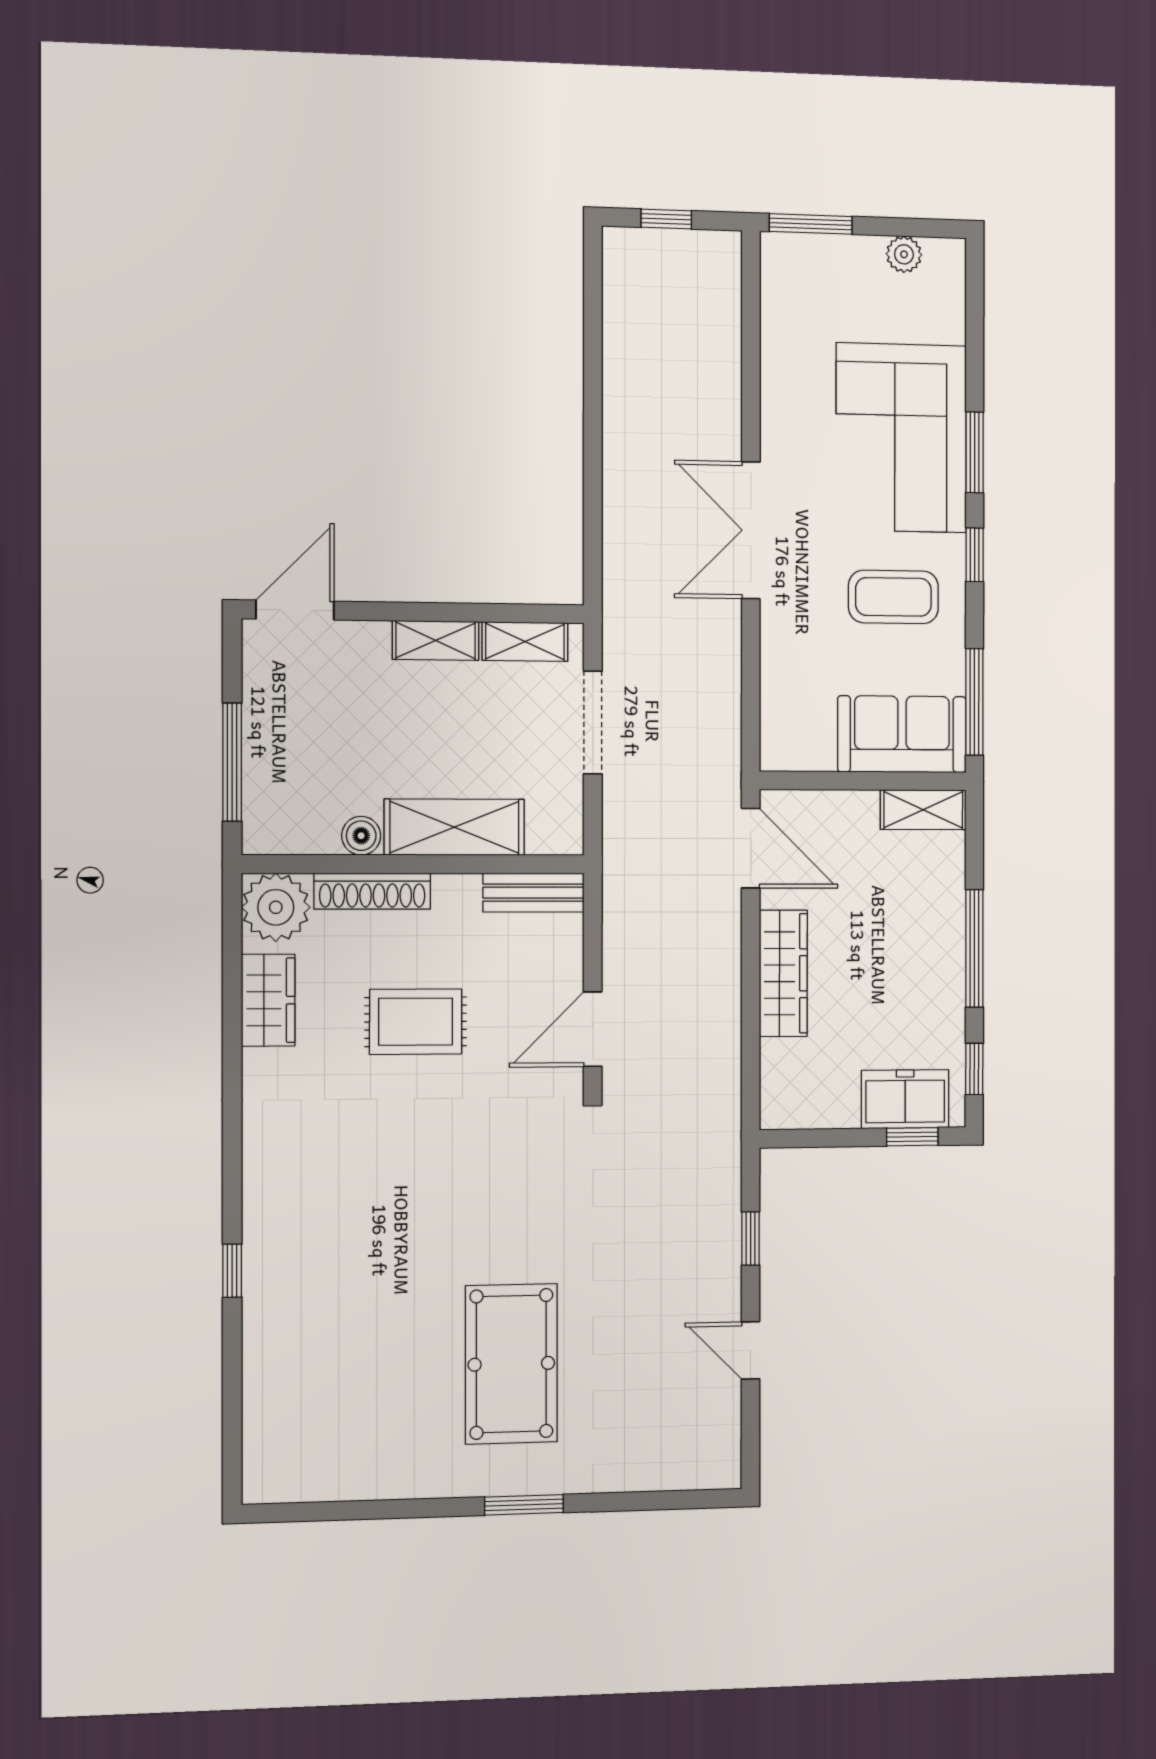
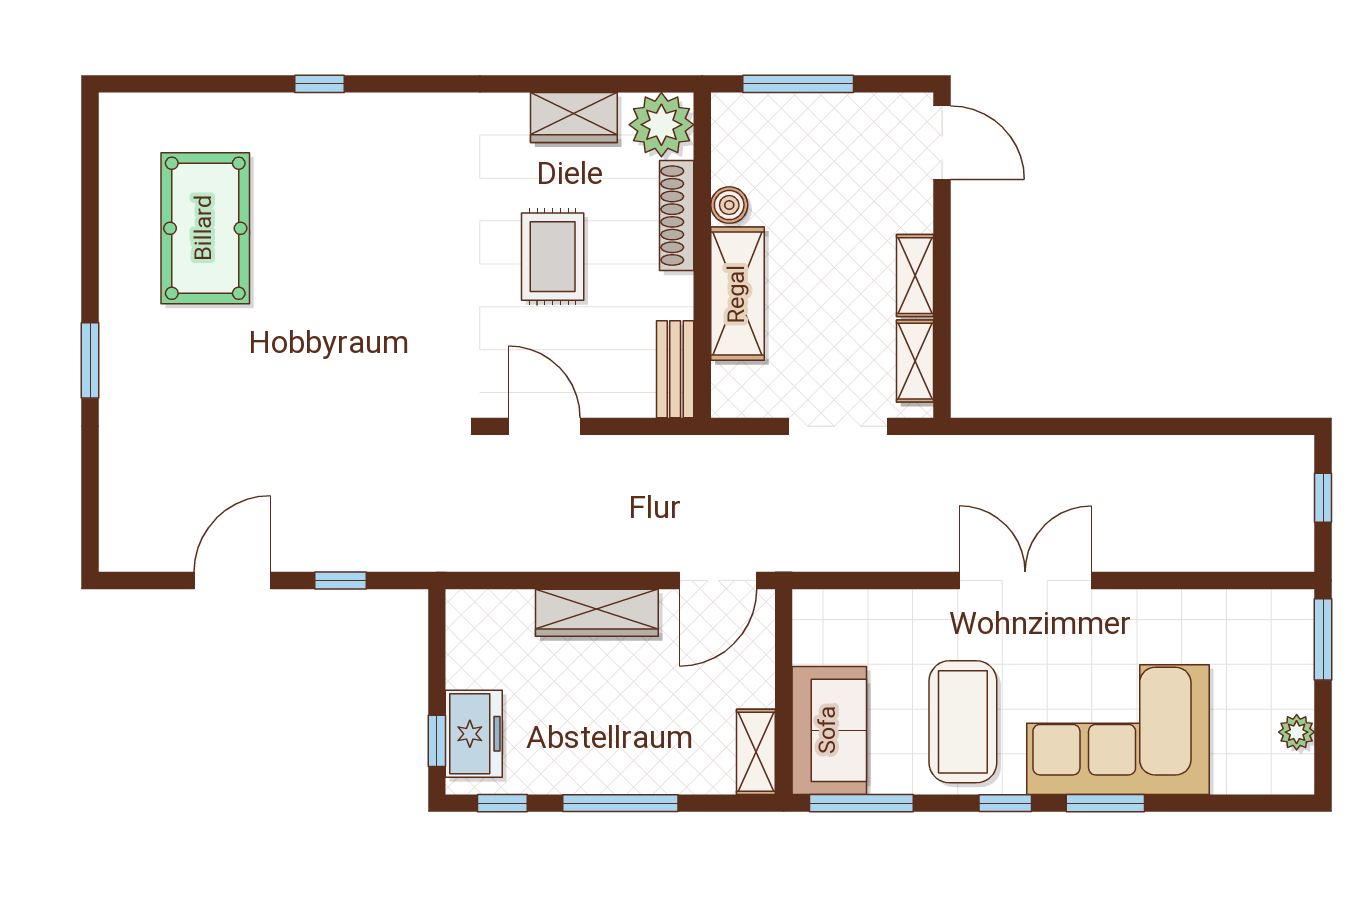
coffee table: (893, 597) -> (963, 722), width x1.36, depth x1.32
door: (750, 1350) -> (232, 581), width x1.38
pool table: (511, 1364) -> (205, 228), moved, turned 90

